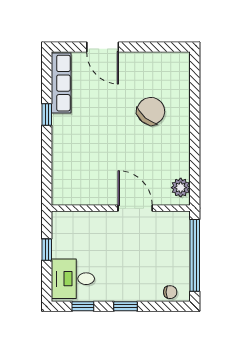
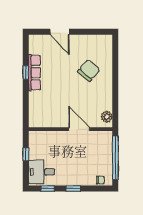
row of seats: (61, 83) -> (34, 73), moved

